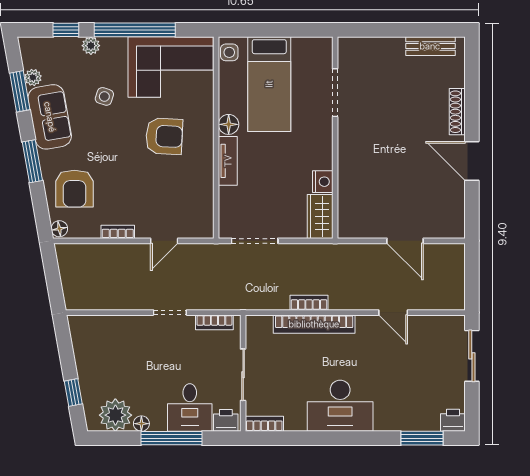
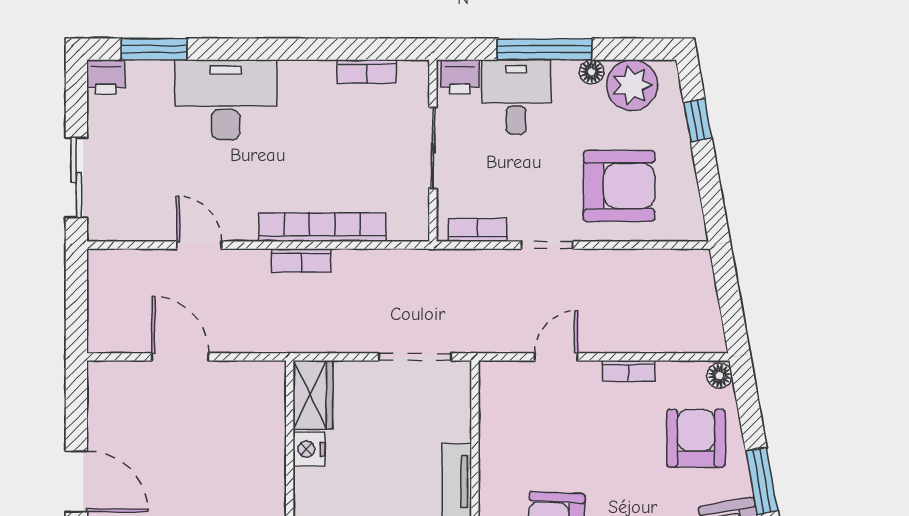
bookcase: (309, 303) -> (301, 260), moved
armchair: (124, 350) -> (619, 186), added
desk: (340, 406) -> (226, 100), moved
bookcase: (264, 424) -> (367, 71), moved

